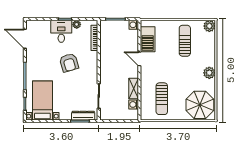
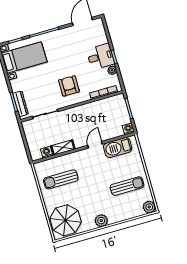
armchair: (69, 63) -> (69, 86), moved, turned 106

